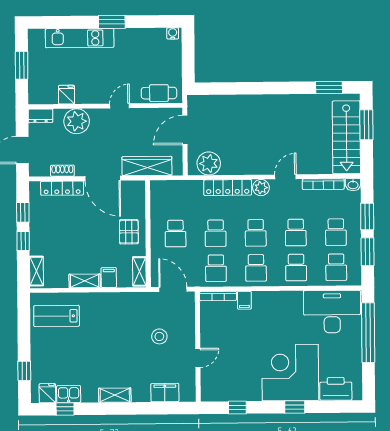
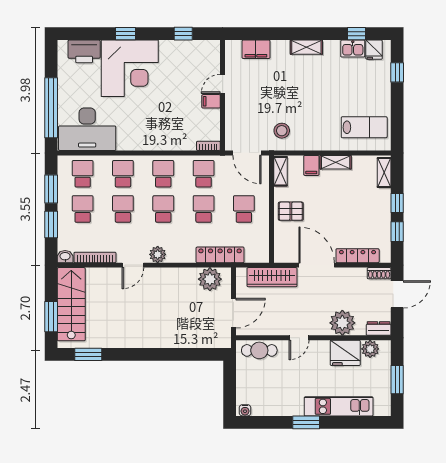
plant: (49, 95) -> (370, 349), added
fridge: (66, 95) -> (345, 353), width x1.88, depth x1.34
shoe rack: (62, 171) -> (379, 273), moved
locker: (228, 188) -> (220, 255), moved
pallet: (129, 232) -> (291, 211), turned 90
bookcase: (218, 296) -> (208, 146), width x0.64
filing cabinet: (244, 300) -> (211, 101), moved, turned -90
stool: (159, 336) -> (282, 131), moved

